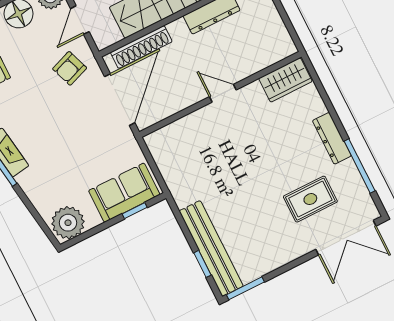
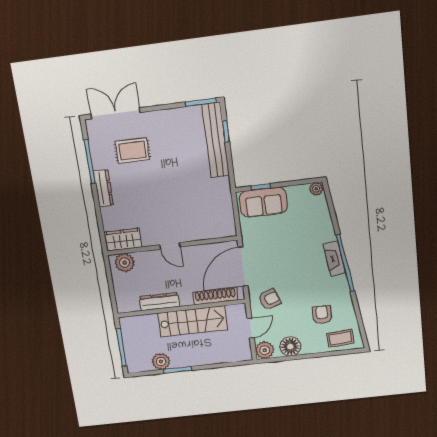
plant: (274, 50) -> (125, 263), added
plant: (68, 223) -> (316, 189), width x0.53, depth x0.53

